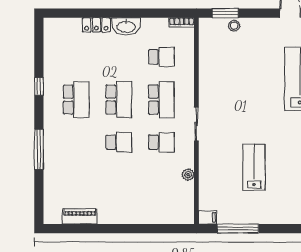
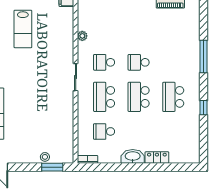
lab bench: (254, 167) -> (23, 29), moved

